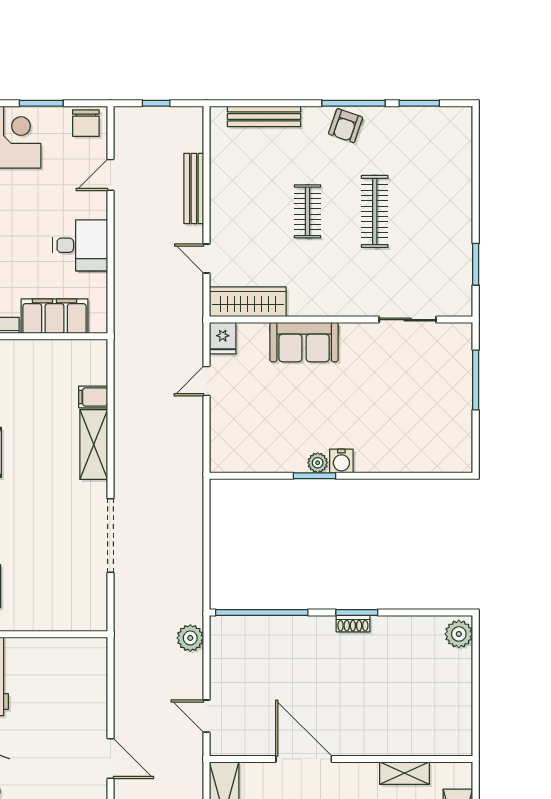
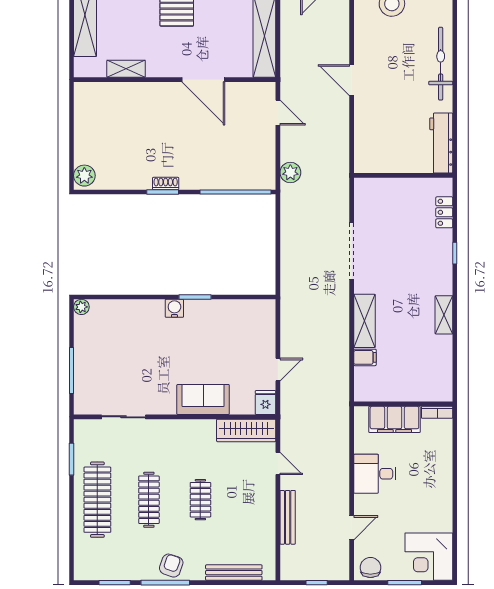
clothes rail: (442, 211) -> (97, 500), added
plant: (318, 463) -> (81, 307), moved

